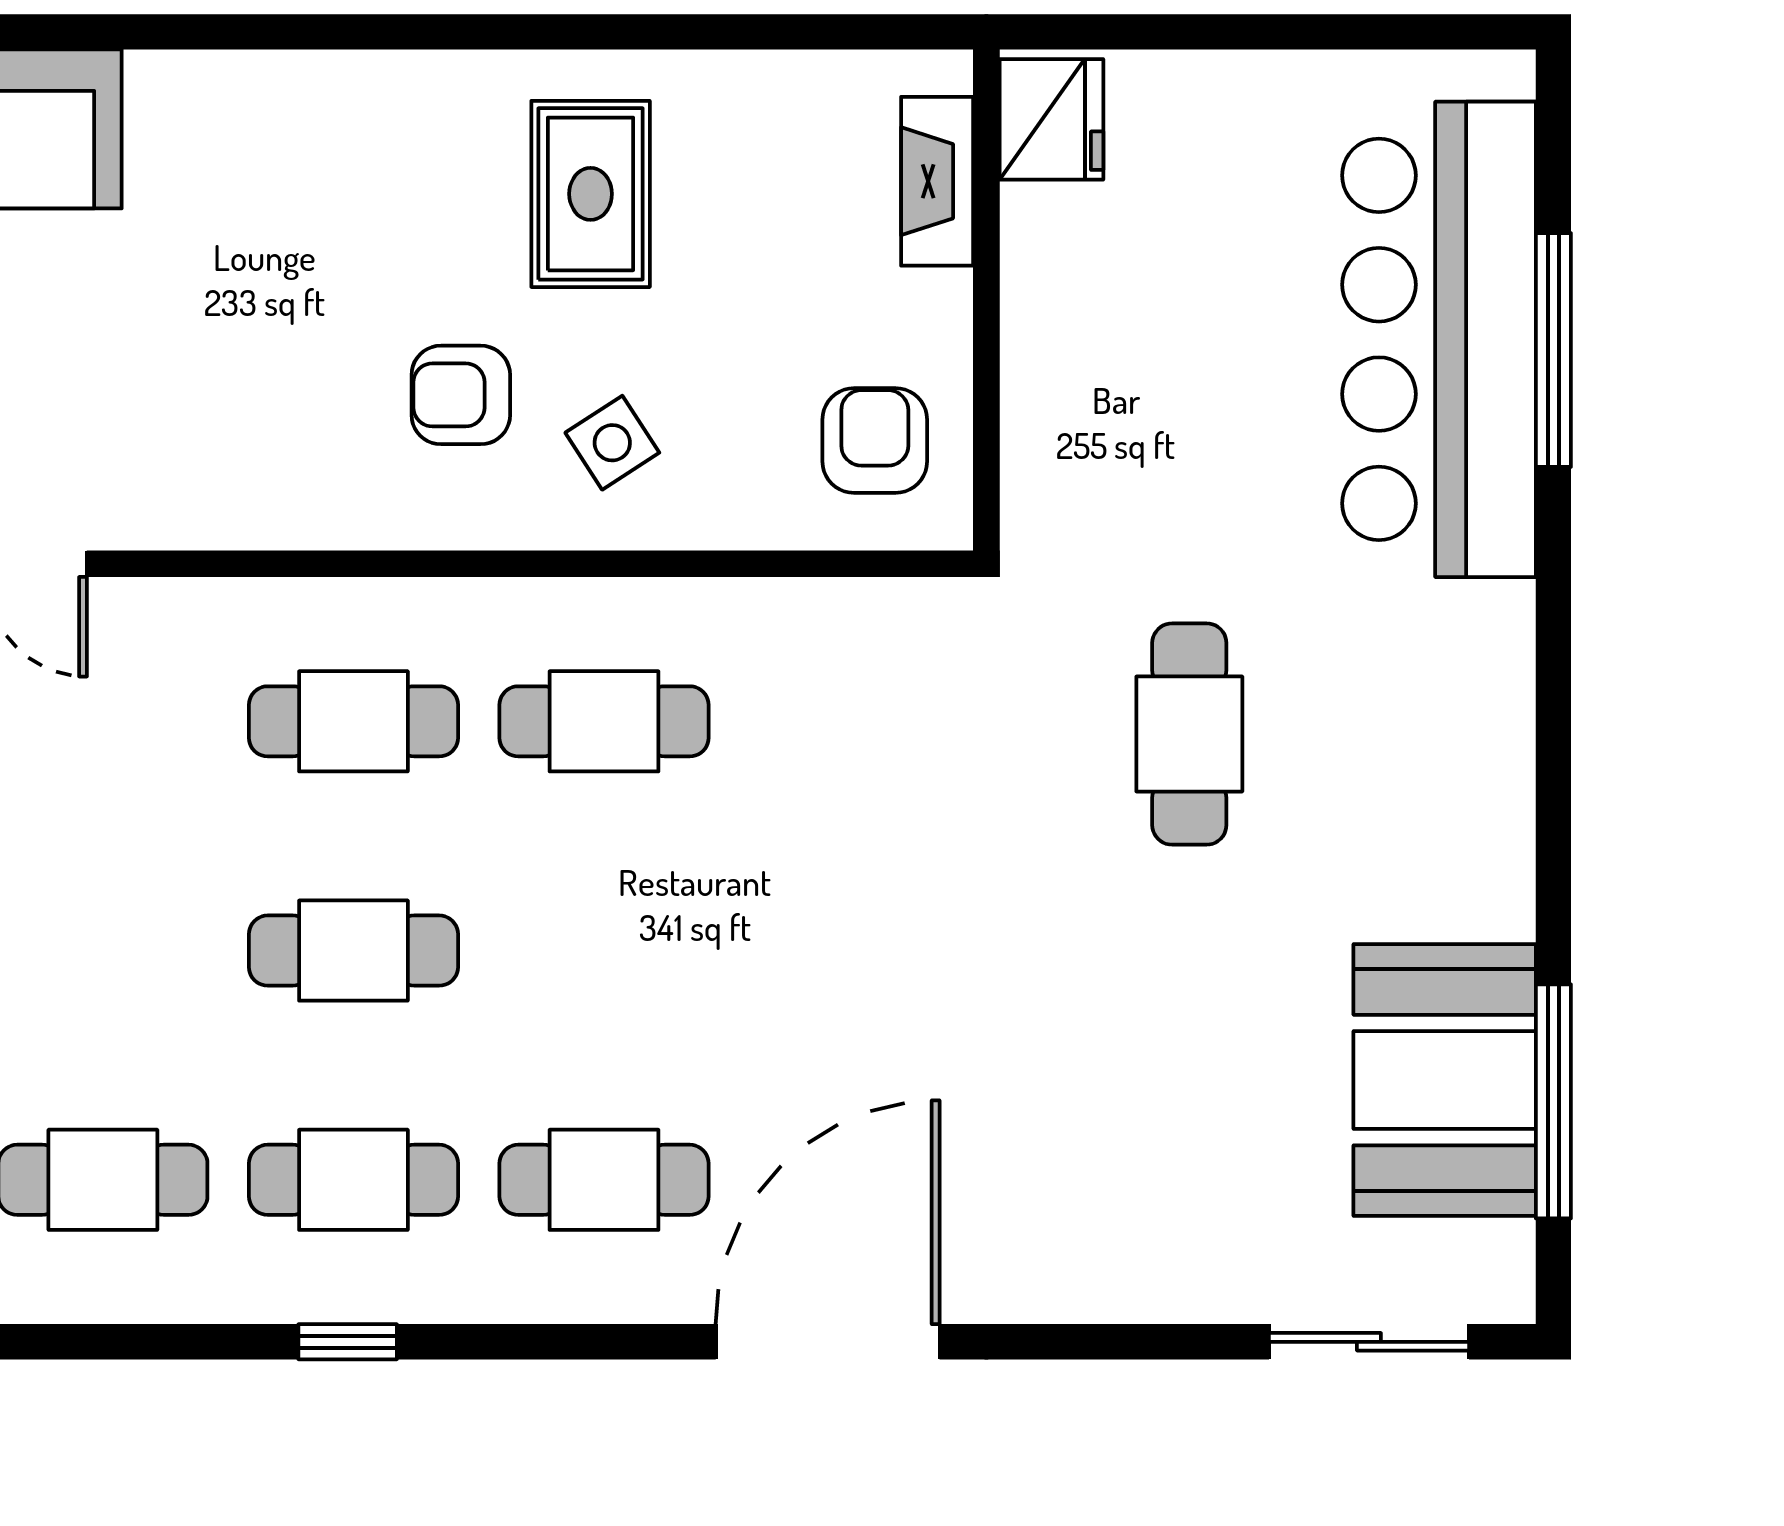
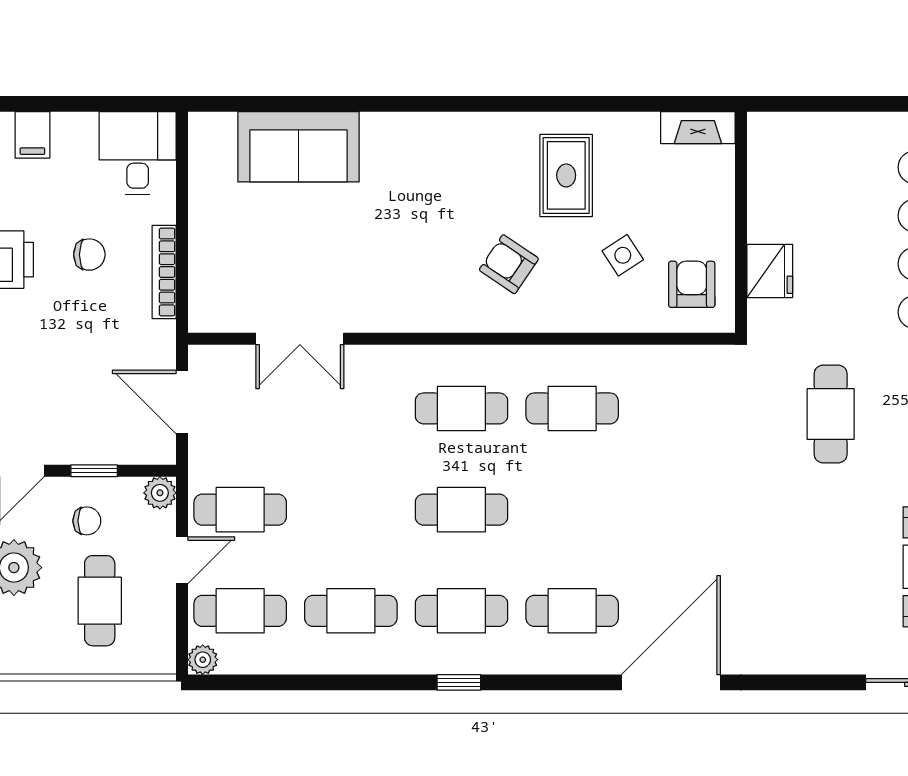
fridge: (1051, 119) -> (770, 271), moved
fireplace: (937, 181) -> (698, 128), moved, turned -90
armchair: (461, 395) -> (509, 264), turned 34
side table: (612, 443) -> (623, 255), moved

